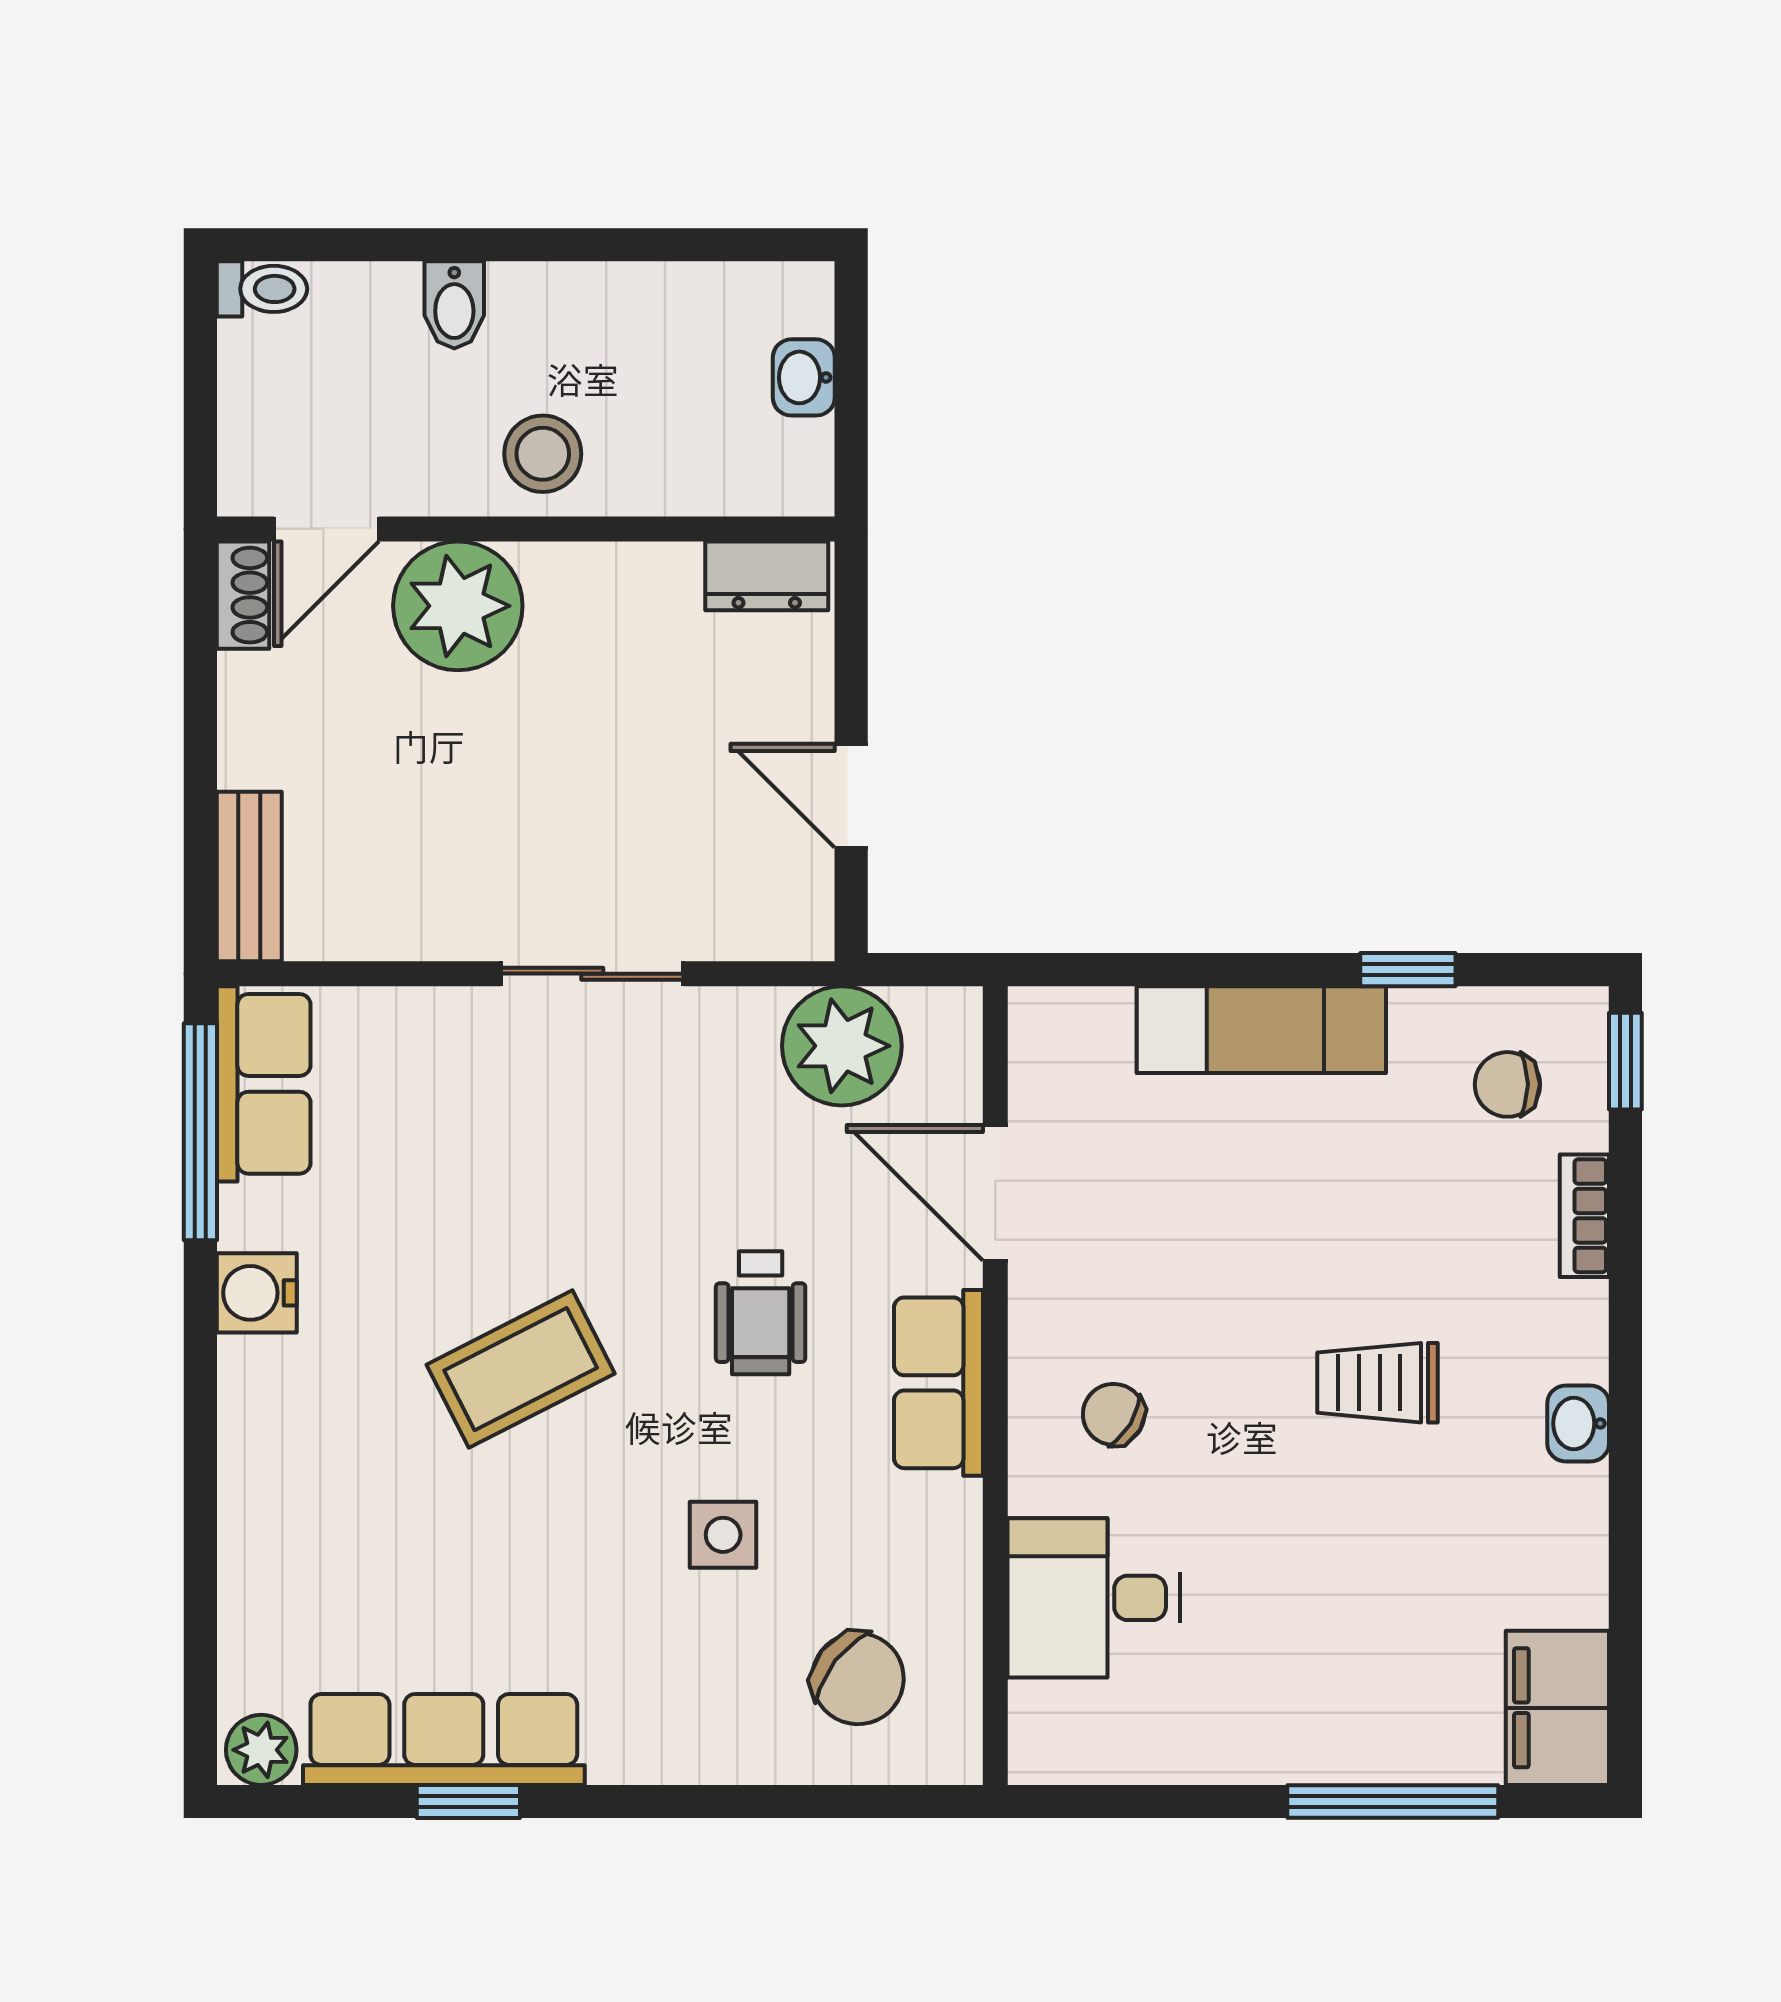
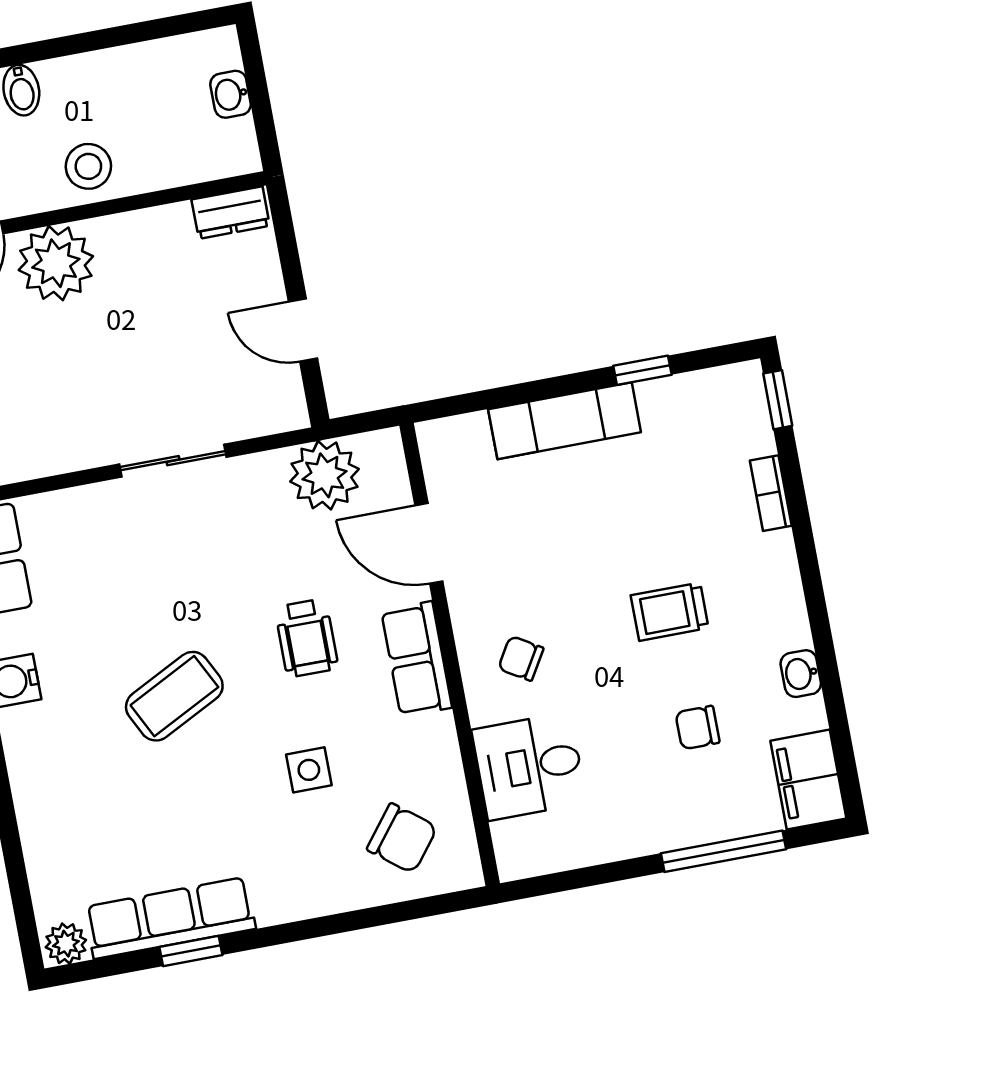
chair: (1507, 1084) -> (697, 728), moved
washbasin: (1578, 1423) -> (801, 674), moved

